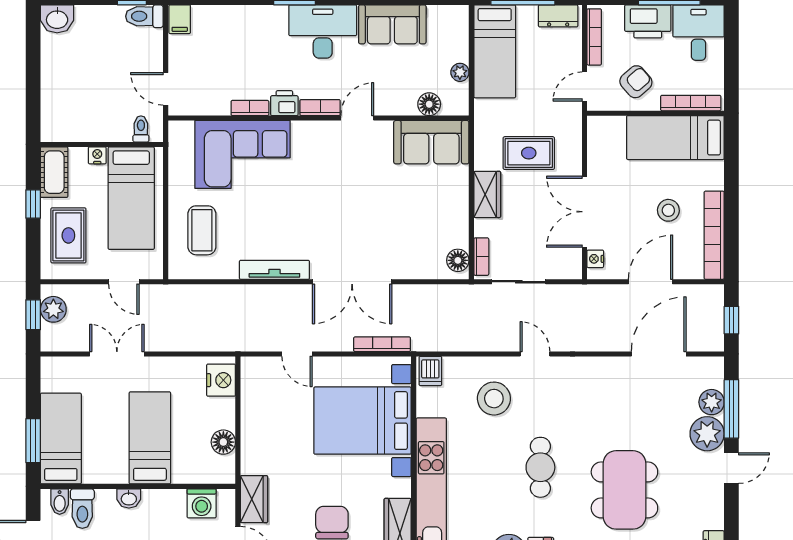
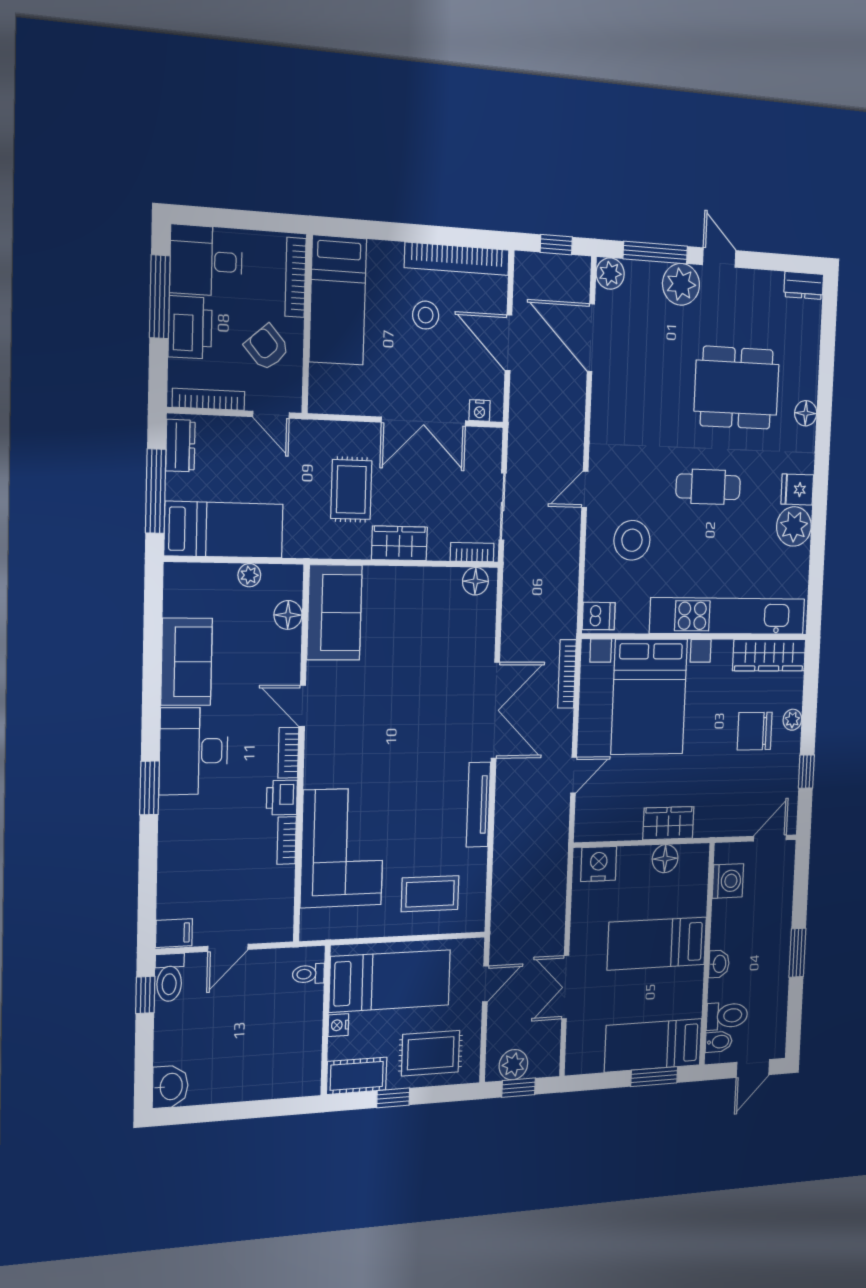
door: (166, 89) -> (228, 948), moved
plant: (712, 402) -> (610, 274), moved
wardrobe: (254, 499) -> (668, 823), moved

